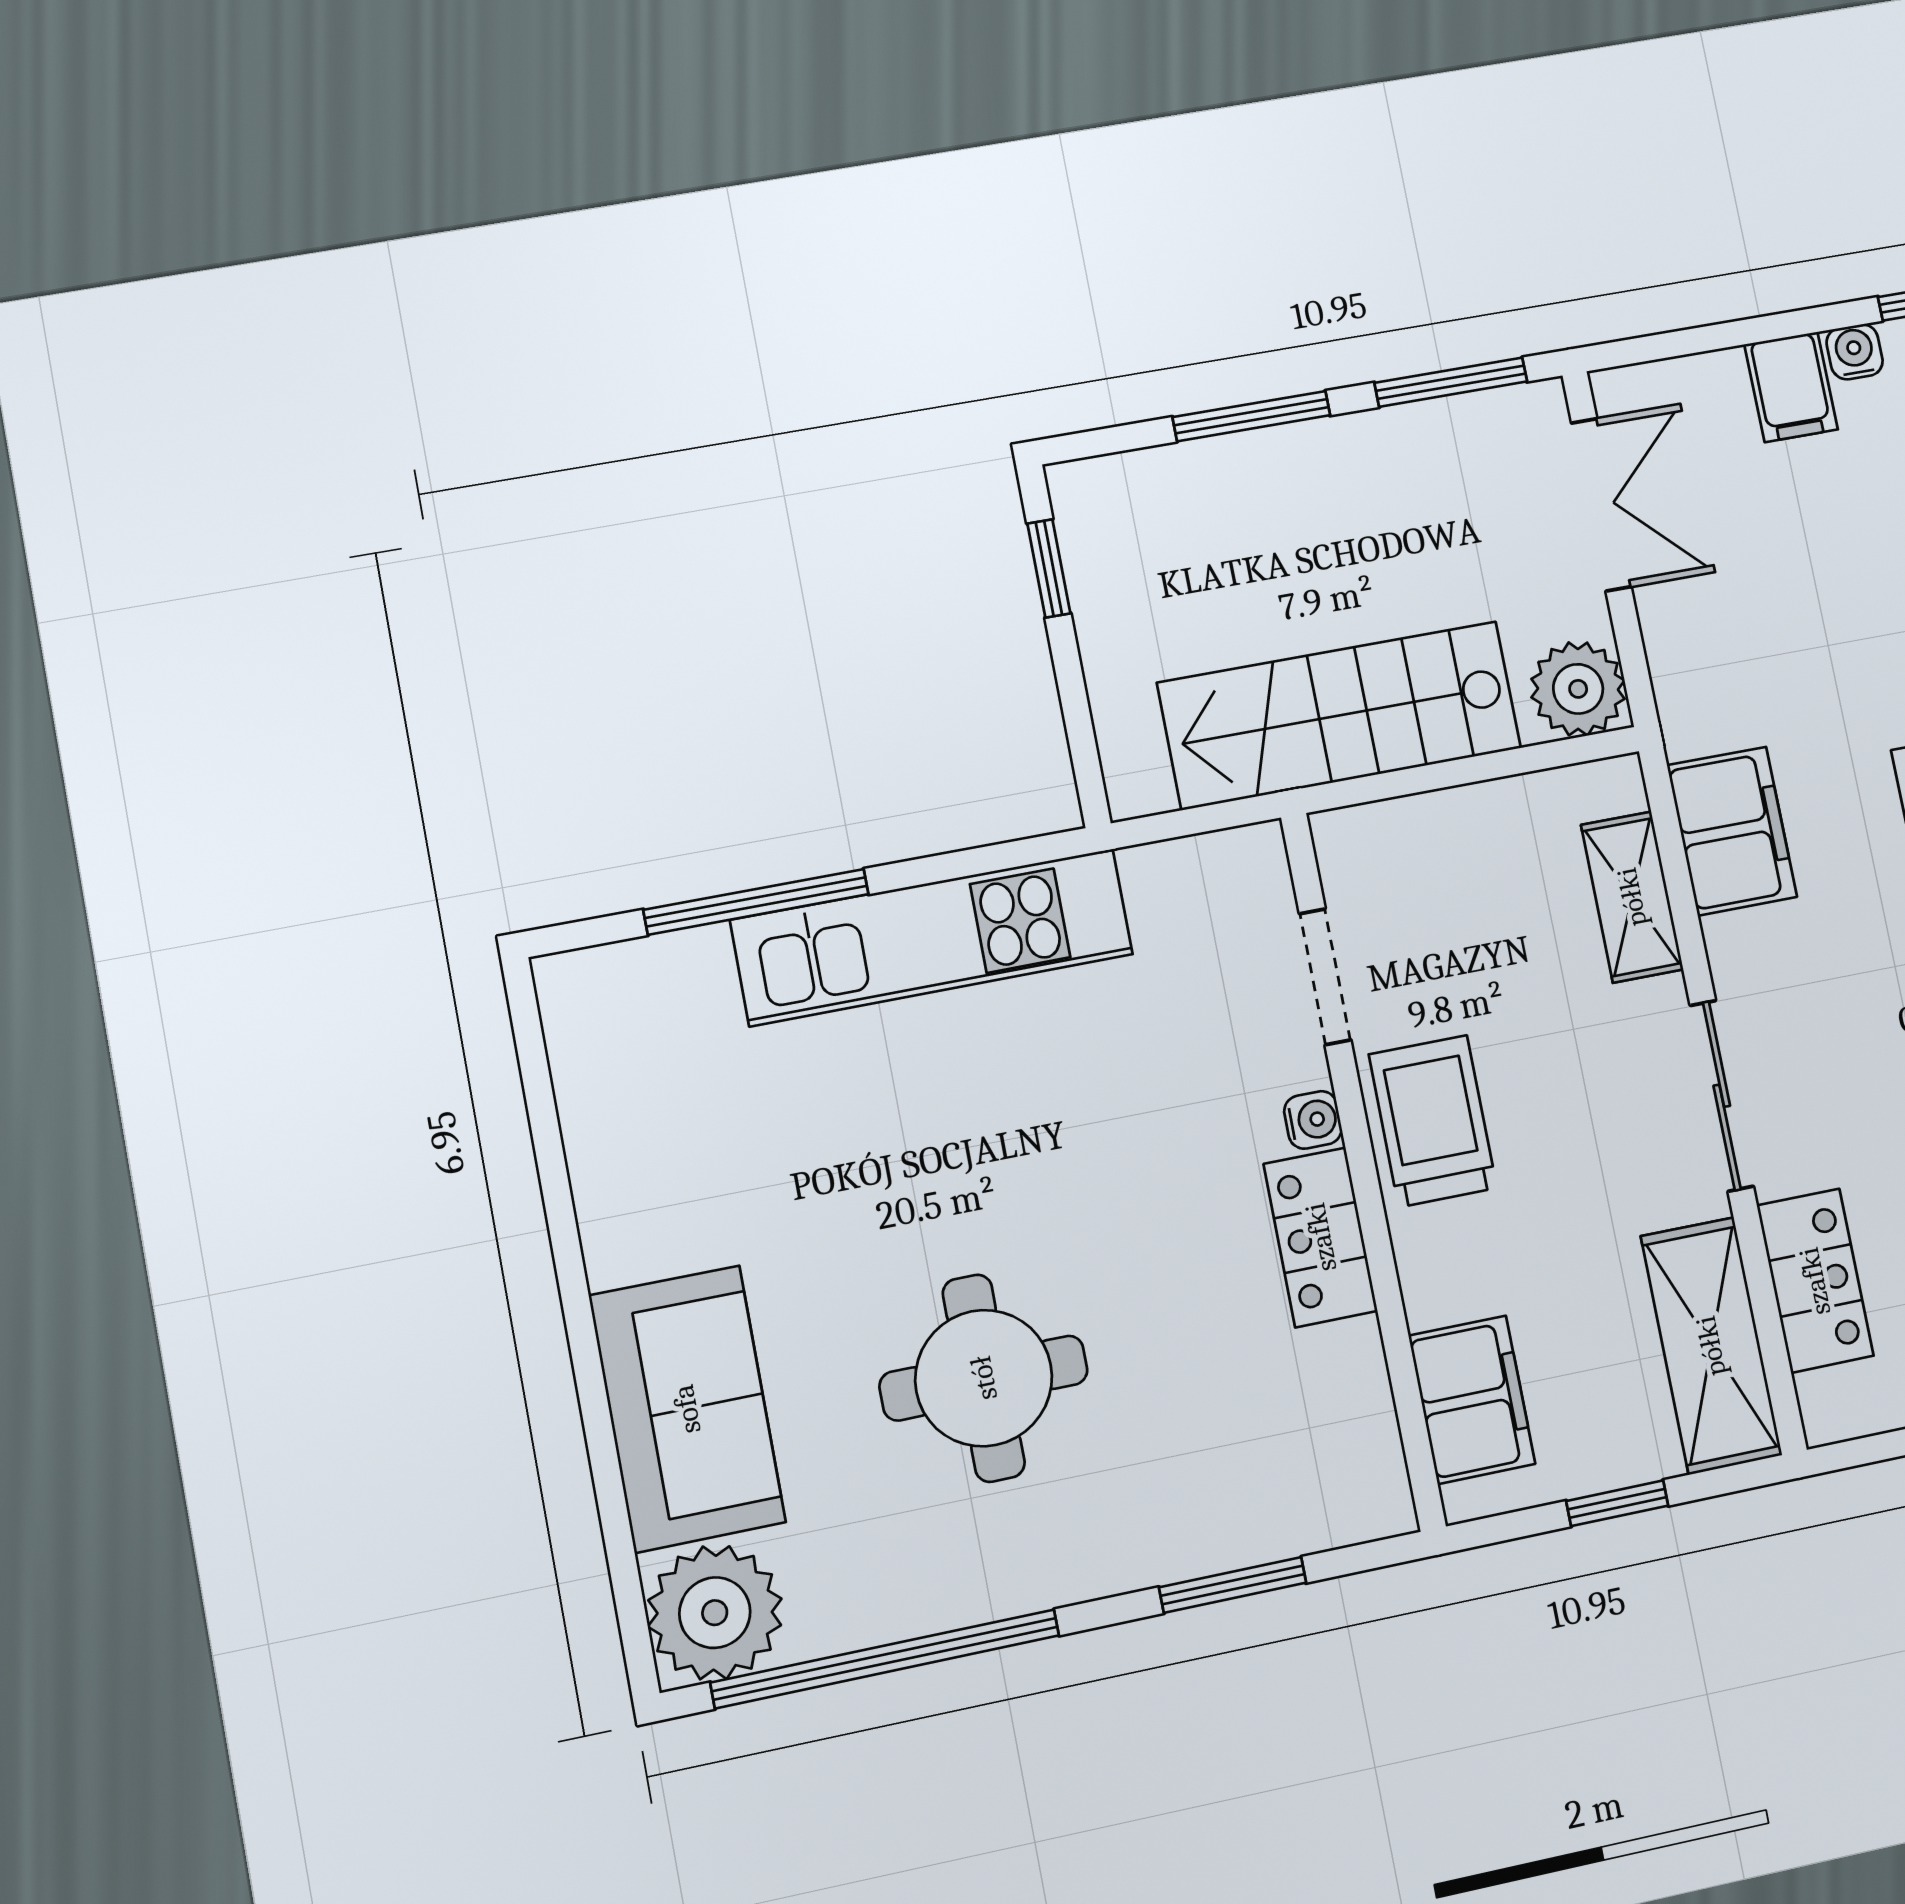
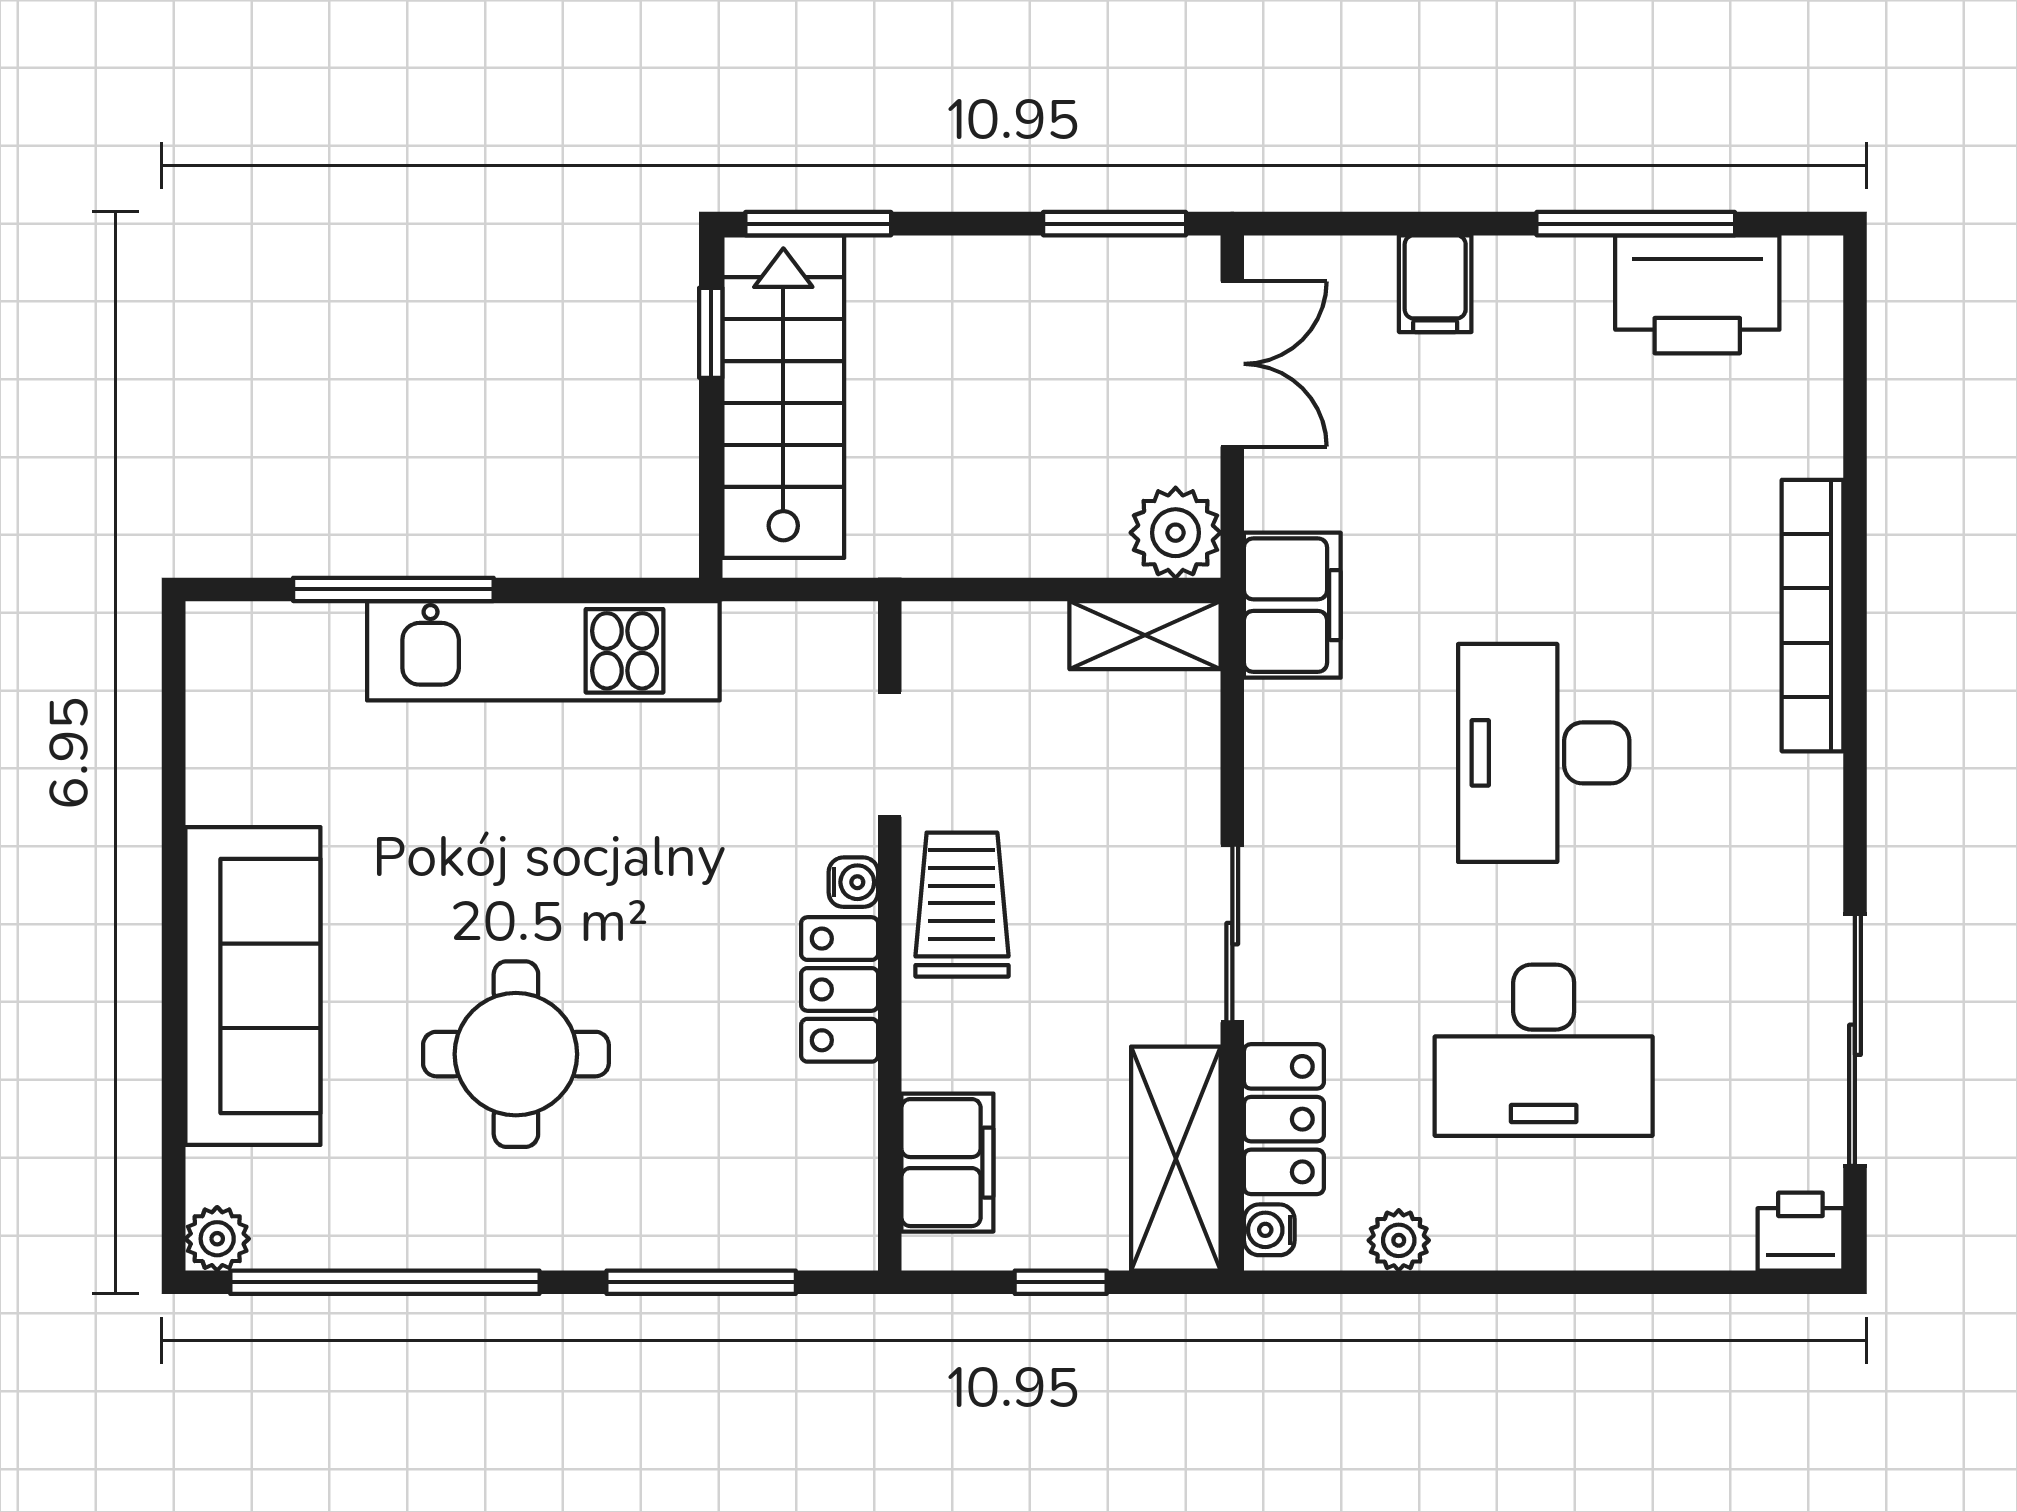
water cooler: (1855, 352) -> (1269, 1230), moved, turned -90
window: (1251, 416) -> (818, 224), moved
stairs: (1340, 715) -> (783, 397), moved, turned 90
filing cabinet: (1732, 831) -> (1292, 605), moved
shelving: (1632, 897) -> (1145, 635), moved, turned 90
sofa: (687, 1409) -> (253, 986), width x1.36
window: (1233, 1585) -> (701, 1282), width x1.44
plant: (715, 1613) -> (217, 1239), width x0.53, depth x0.53

